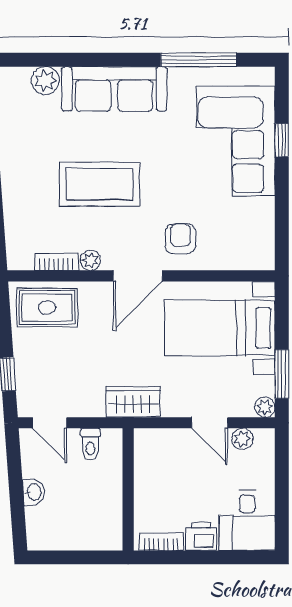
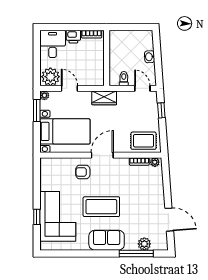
window: (199, 60) -> (136, 253), moved
sofa: (114, 89) -> (107, 240), width x0.73
coffee table: (100, 184) -> (101, 207), moved
armchair: (180, 239) -> (83, 172), turned 90
plant: (90, 260) -> (155, 162), moved
plant: (242, 439) -> (50, 77), width x1.88, depth x1.88

